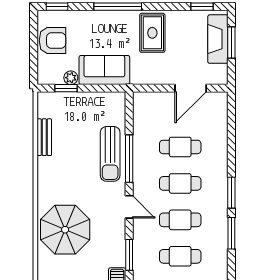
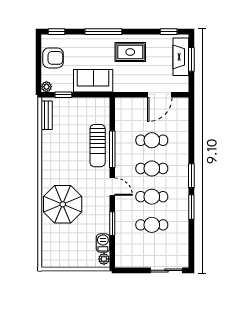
rug: (152, 33) -> (130, 52), turned 90
plant: (71, 78) -> (46, 87), moved
bench: (44, 137) -> (47, 115), moved

